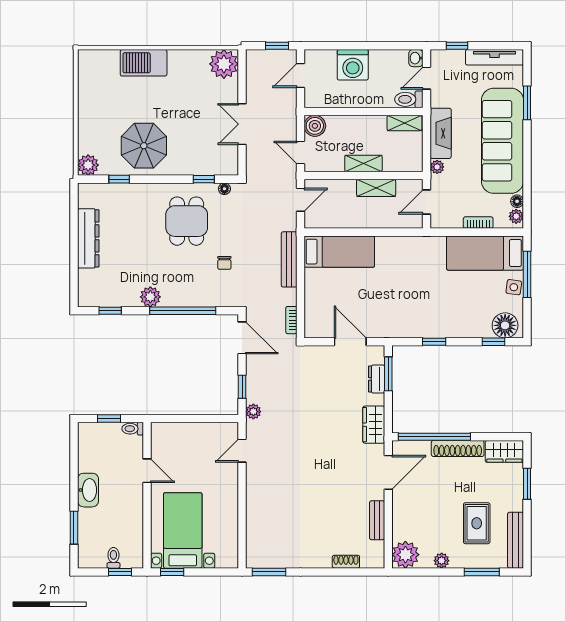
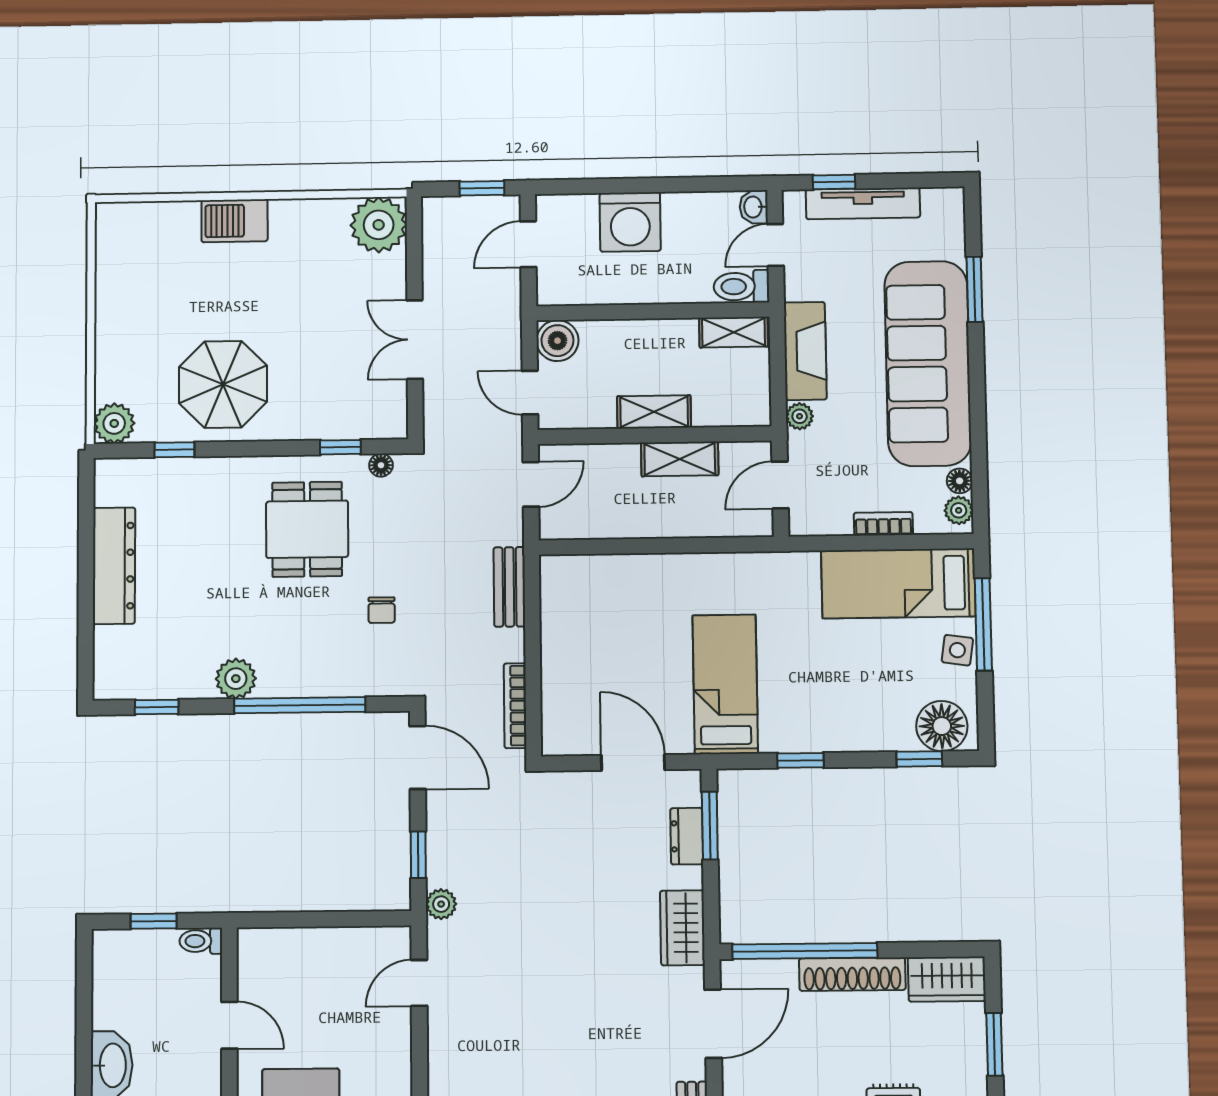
tv unit: (494, 57) -> (863, 203), moved
barbecue: (144, 63) -> (235, 221), width x0.73, depth x0.83
bed: (339, 252) -> (725, 684), moved, turned -90
bench: (289, 259) -> (509, 587), width x0.73
bookcase: (291, 320) -> (515, 706), width x1.56

